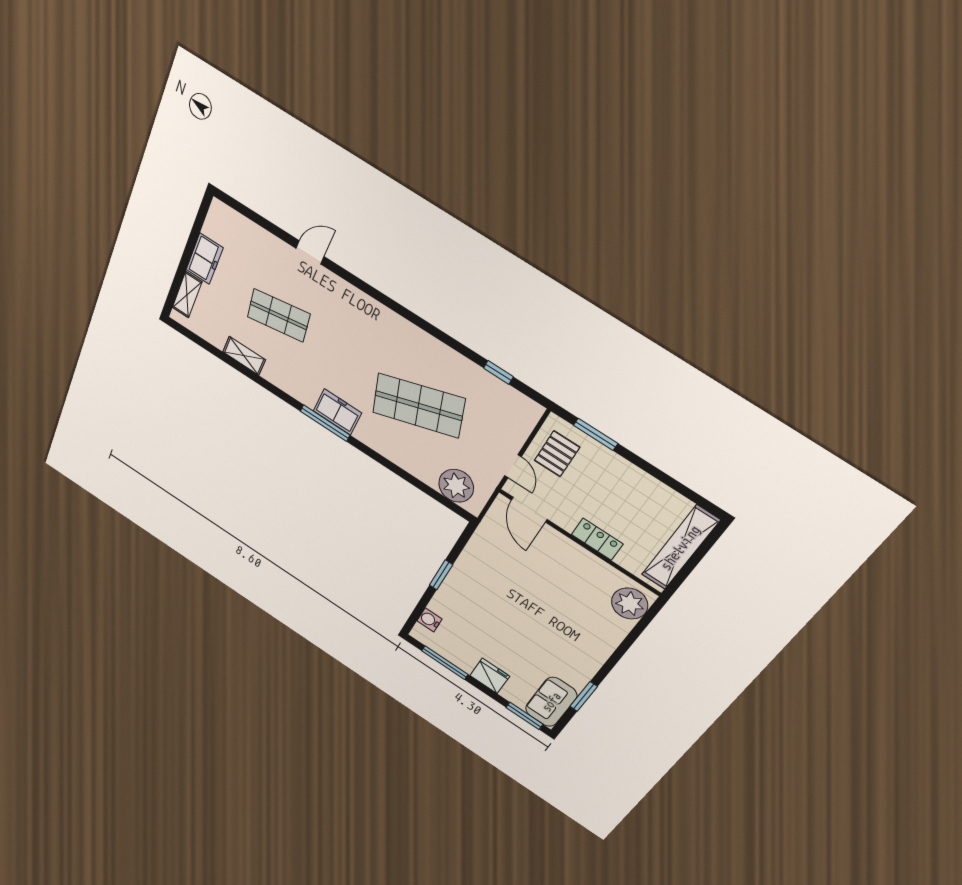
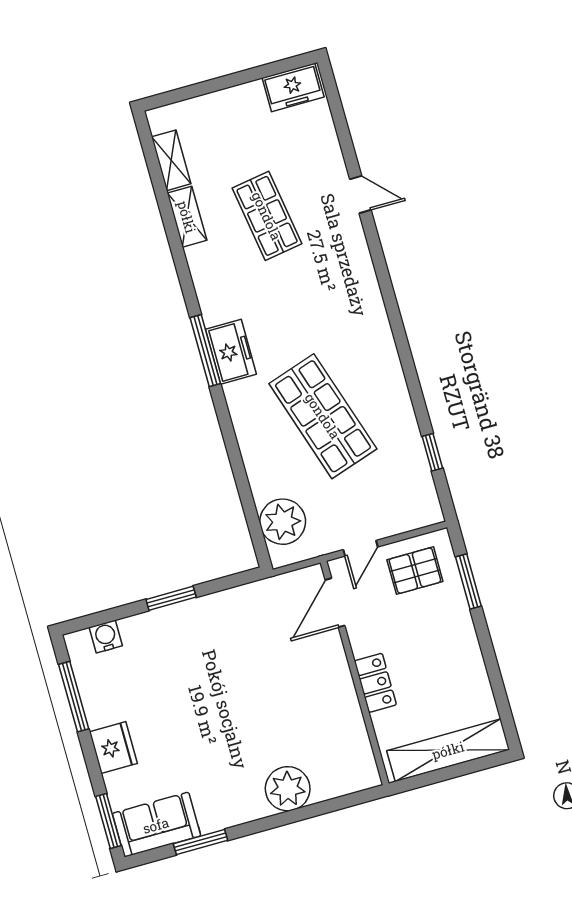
freezer: (205, 259) -> (293, 87), moved
shelving: (187, 295) -> (171, 160), moved, turned 90
plant: (630, 604) -> (288, 789), moved

